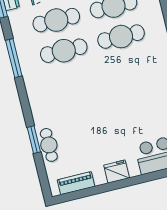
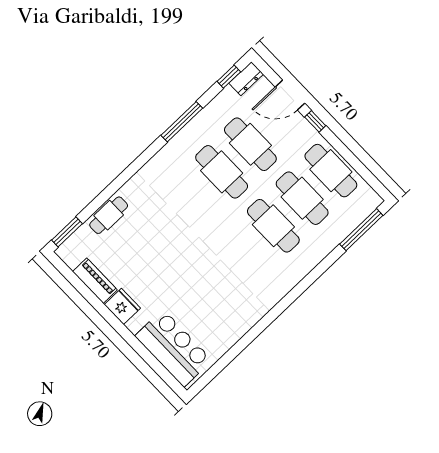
window: (34, 140) -> (67, 232), moved
piano: (76, 183) -> (95, 281), moved

